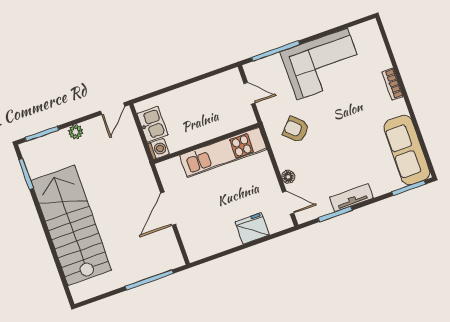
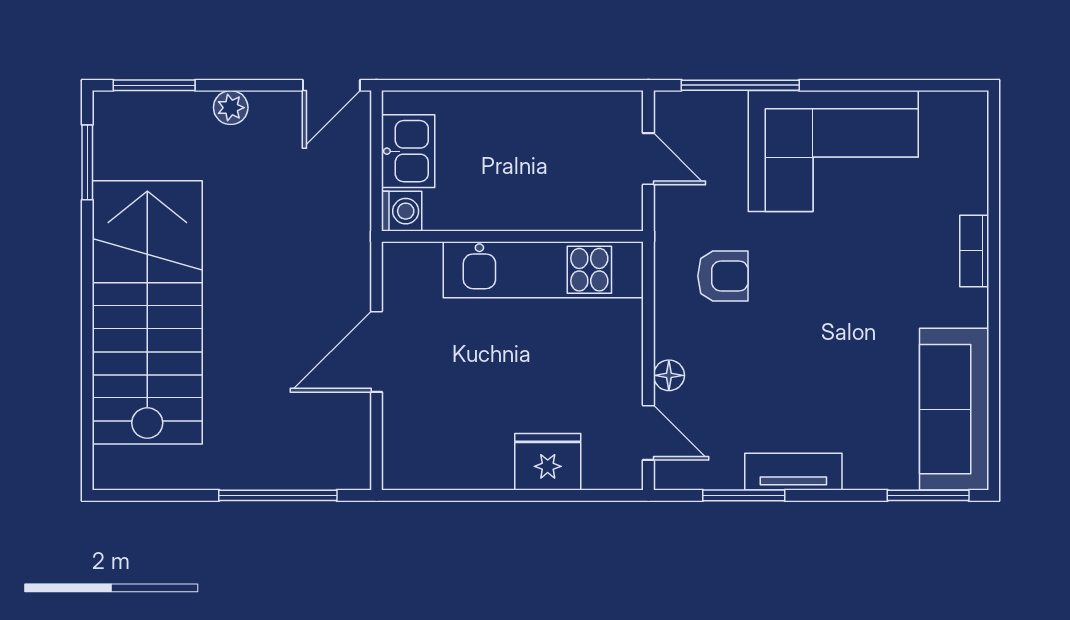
armchair: (296, 130) -> (723, 276), turned 137

